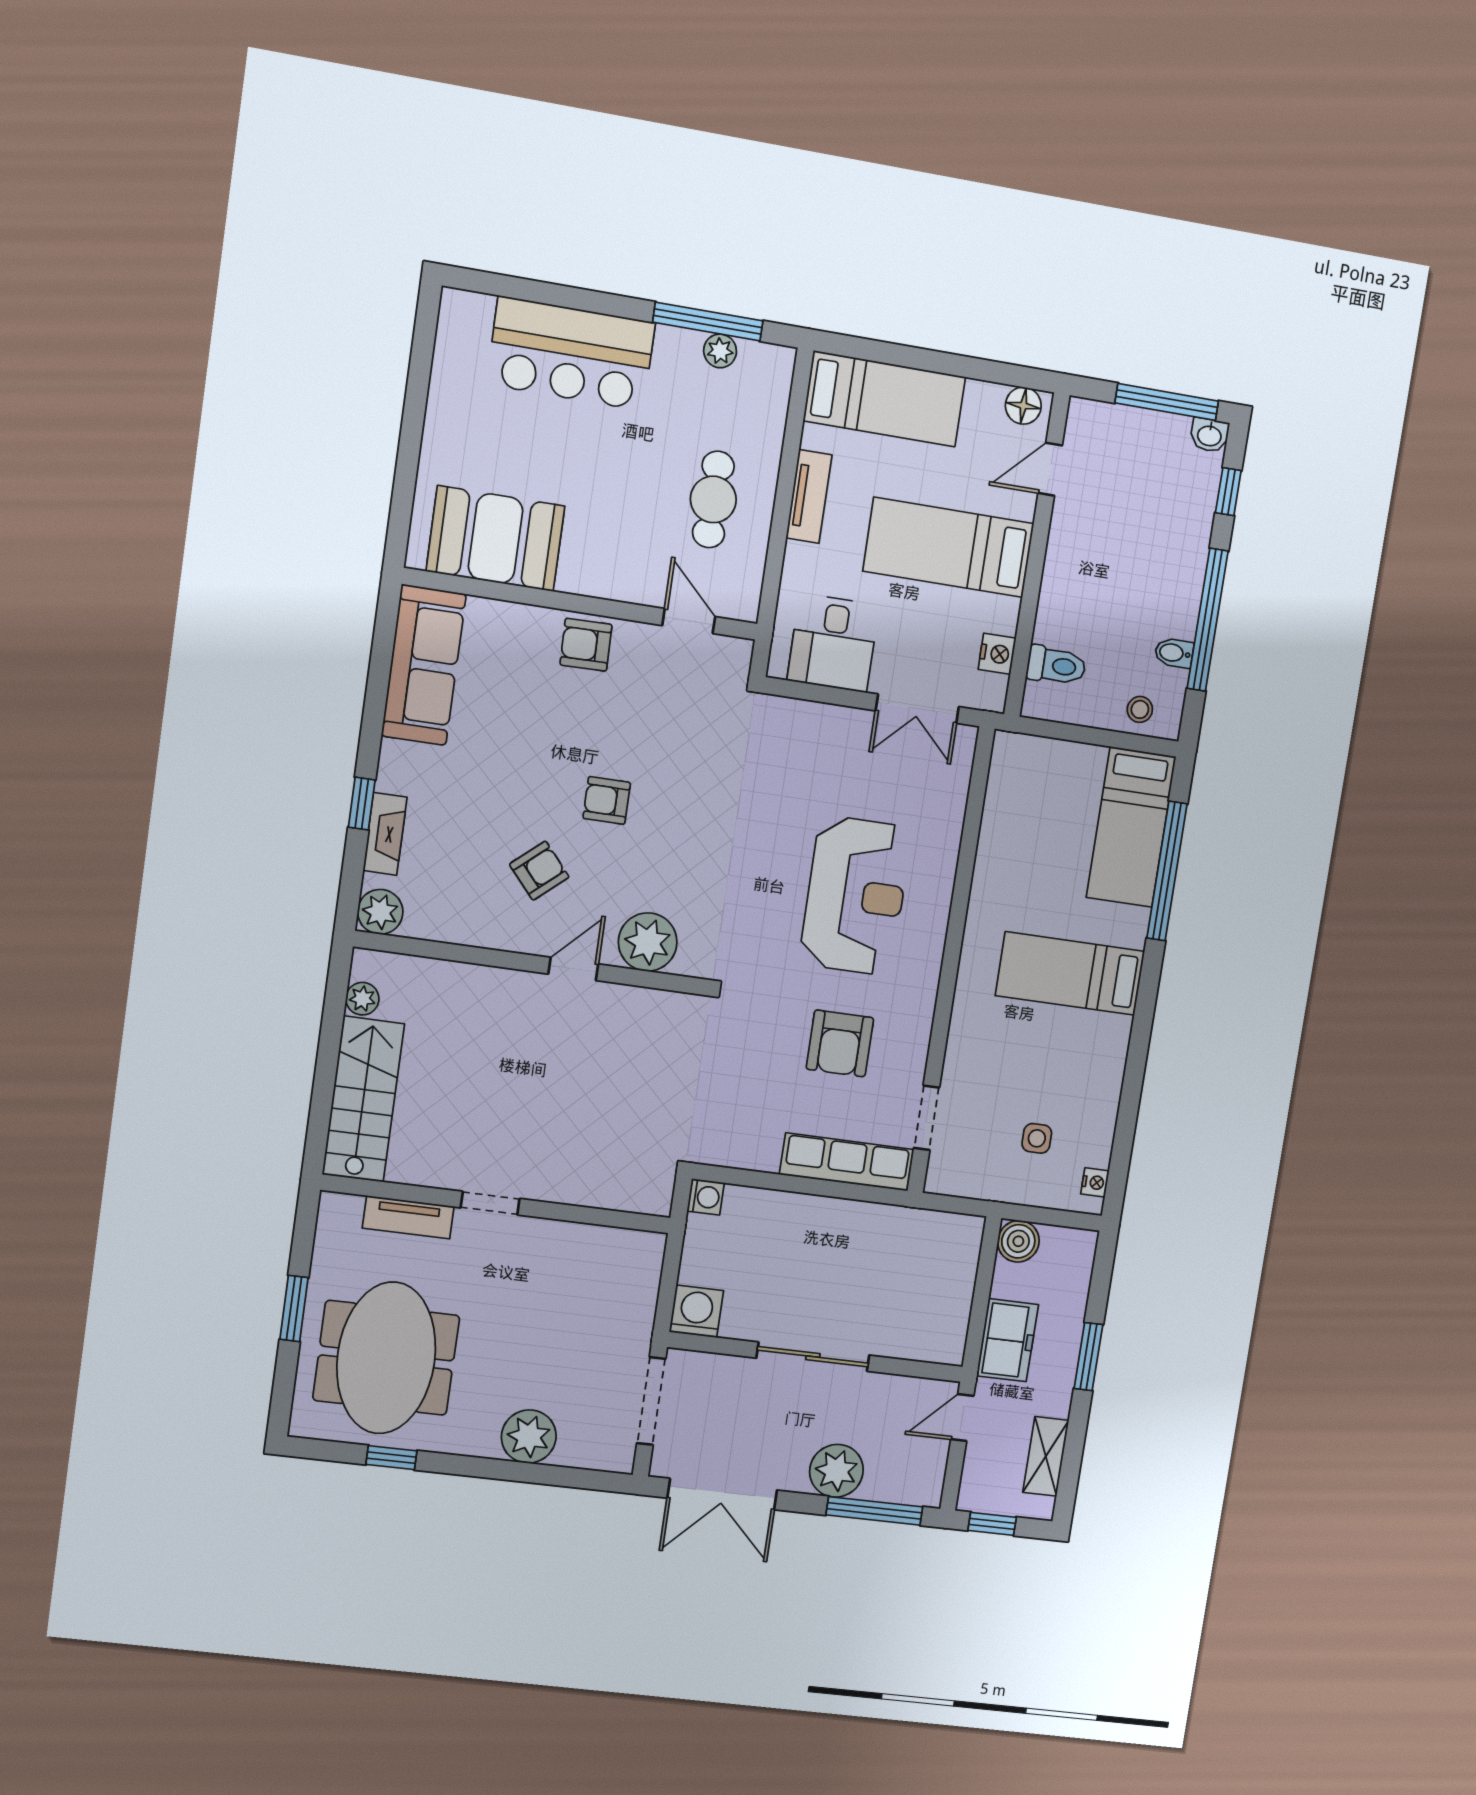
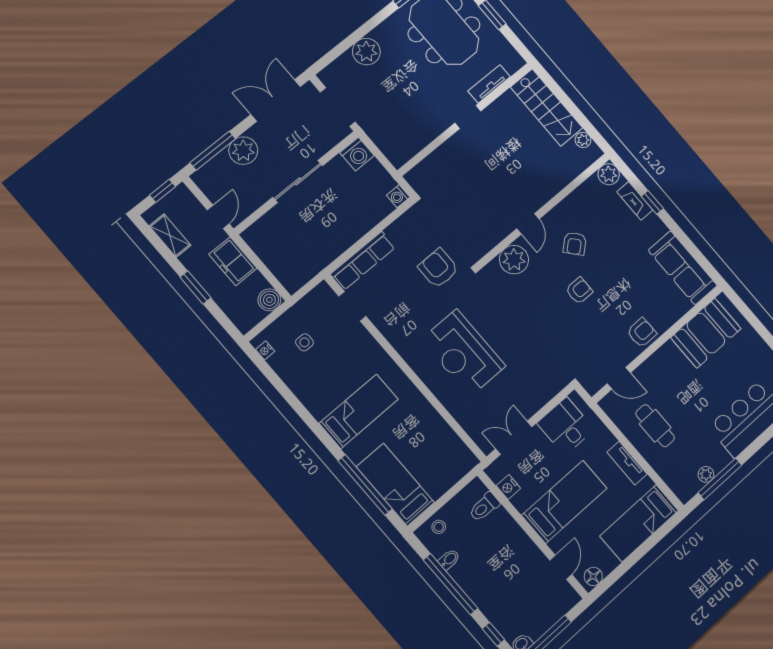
armchair: (840, 1043) -> (438, 268), moved

